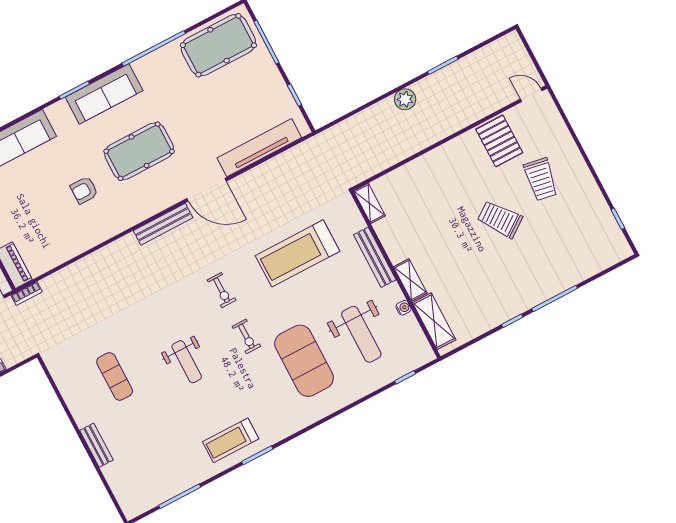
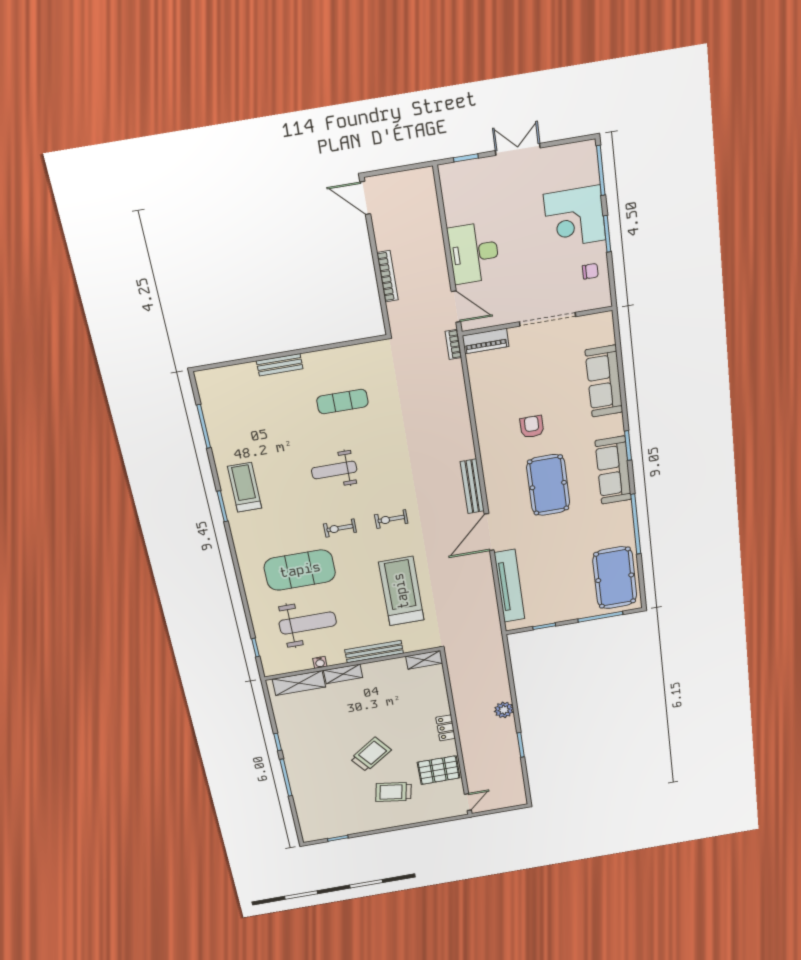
locker: (445, 152) -> (446, 728), added
weight bench: (361, 334) -> (308, 623), turned 180

